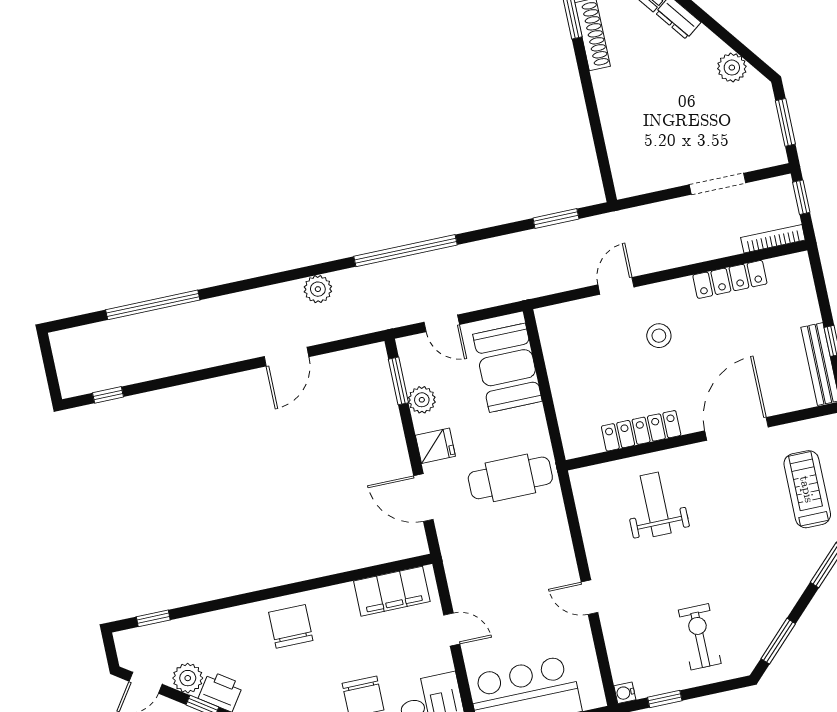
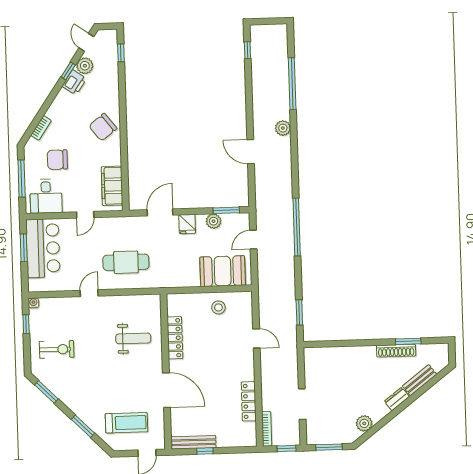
plant: (318, 289) -> (283, 128), moved
stool: (659, 336) -> (218, 307), moved
cafe table: (510, 478) -> (126, 262), moved, turned 90
chair: (291, 626) -> (103, 127), turned 142

